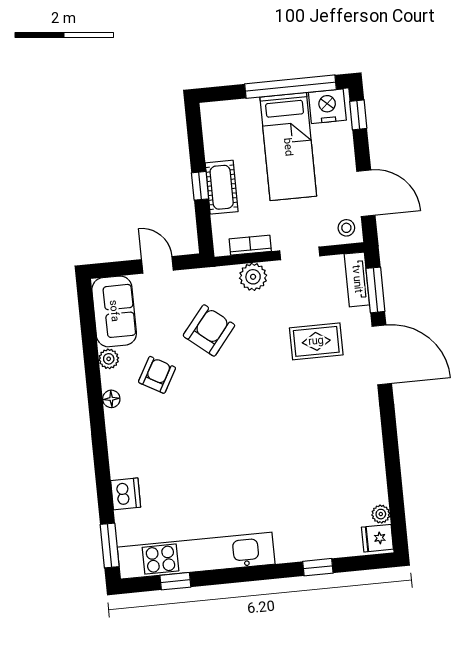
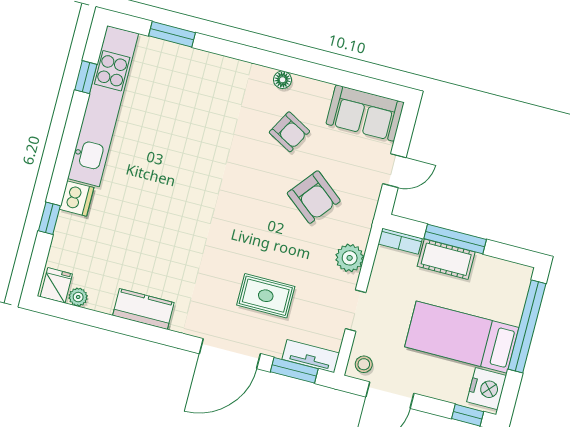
window: (291, 87) -> (527, 326), moved
window: (200, 186) -> (455, 239), width x2.17
bookcase: (250, 245) -> (400, 241), moved, turned 90
rug: (316, 341) -> (266, 296), turned 90
plant: (109, 359) -> (322, 91), removed
kitchen counter: (370, 450) -> (143, 309), added
dishwasher: (126, 494) -> (77, 198), moved, turned -90
window: (110, 545) -> (172, 34), moved

